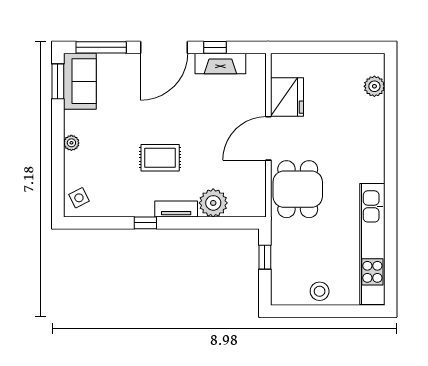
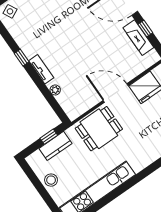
rug: (160, 158) -> (63, 41), removed
plant: (213, 203) -> (55, 90), width x0.53, depth x0.53
kitchen counter: (282, 257) -> (55, 146), added

